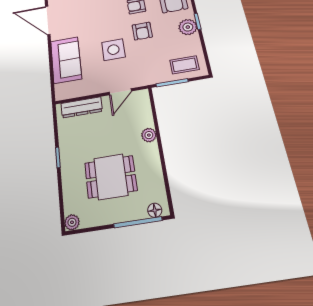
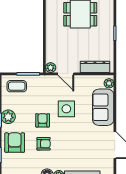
plant: (61, 90) -> (109, 83), added
door: (120, 92) -> (66, 74), swing flipped
plant: (149, 135) -> (51, 68), moved

